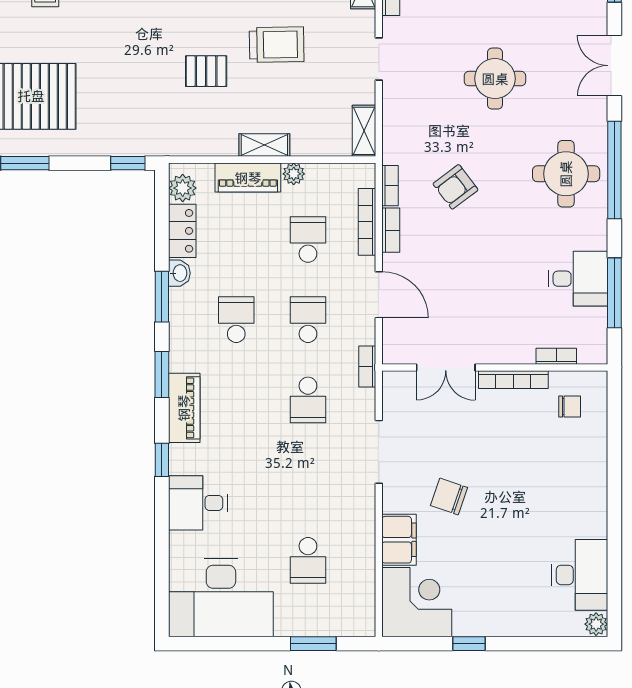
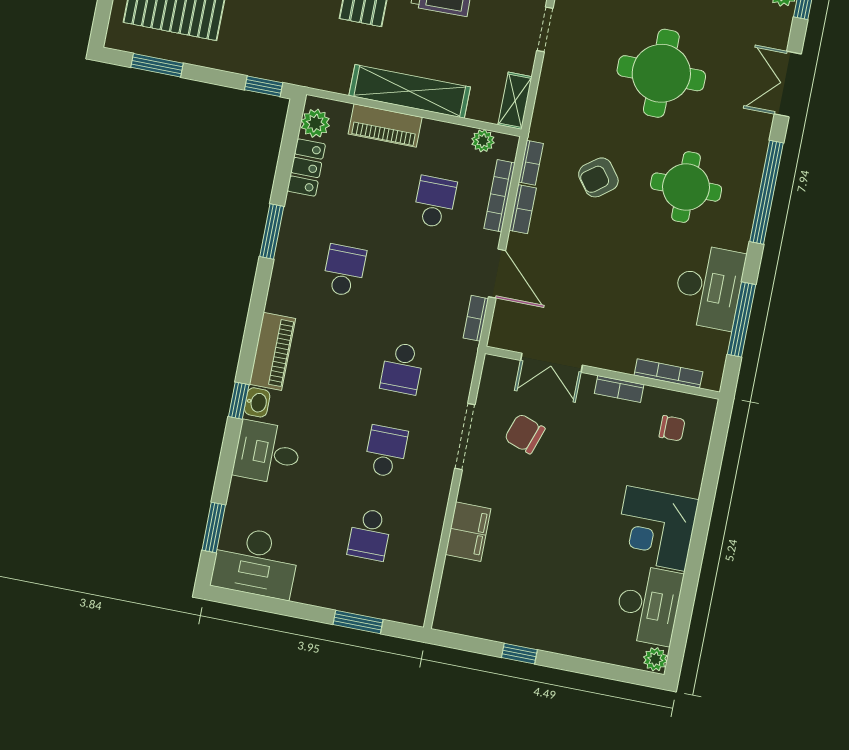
round table: (495, 79) -> (661, 73), width x1.36, depth x1.36
shelving: (264, 145) -> (410, 91), width x2.20, depth x1.33
plant: (294, 174) -> (483, 141), moved
round table: (566, 174) -> (686, 187), moved
washbasin: (179, 273) -> (257, 402), moved
desk: (578, 279) -> (709, 287), width x1.37
school desk: (308, 320) -> (386, 451), moved
bookcase: (556, 356) -> (668, 373), width x1.56
bookcase: (367, 366) -> (476, 318), moved
window: (162, 374) -> (214, 528), moved
bookcase: (513, 380) -> (619, 389), width x0.64
chair: (449, 496) -> (525, 434), moved
desk: (221, 598) -> (255, 562), width x0.73, depth x0.77
corner desk: (417, 602) -> (656, 529), moved, turned 180

